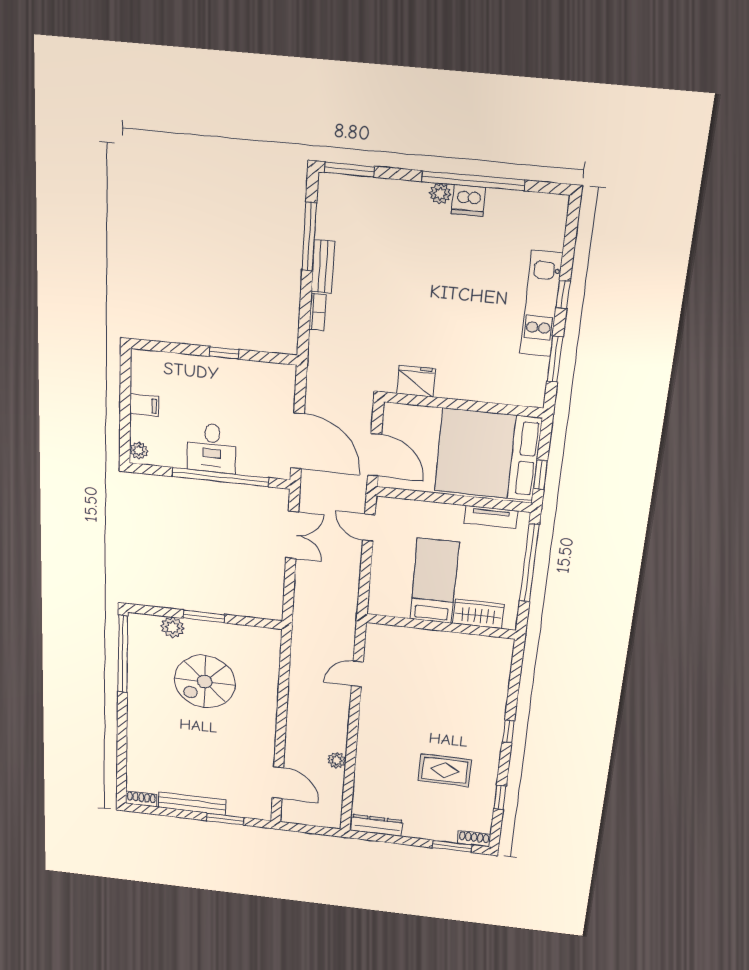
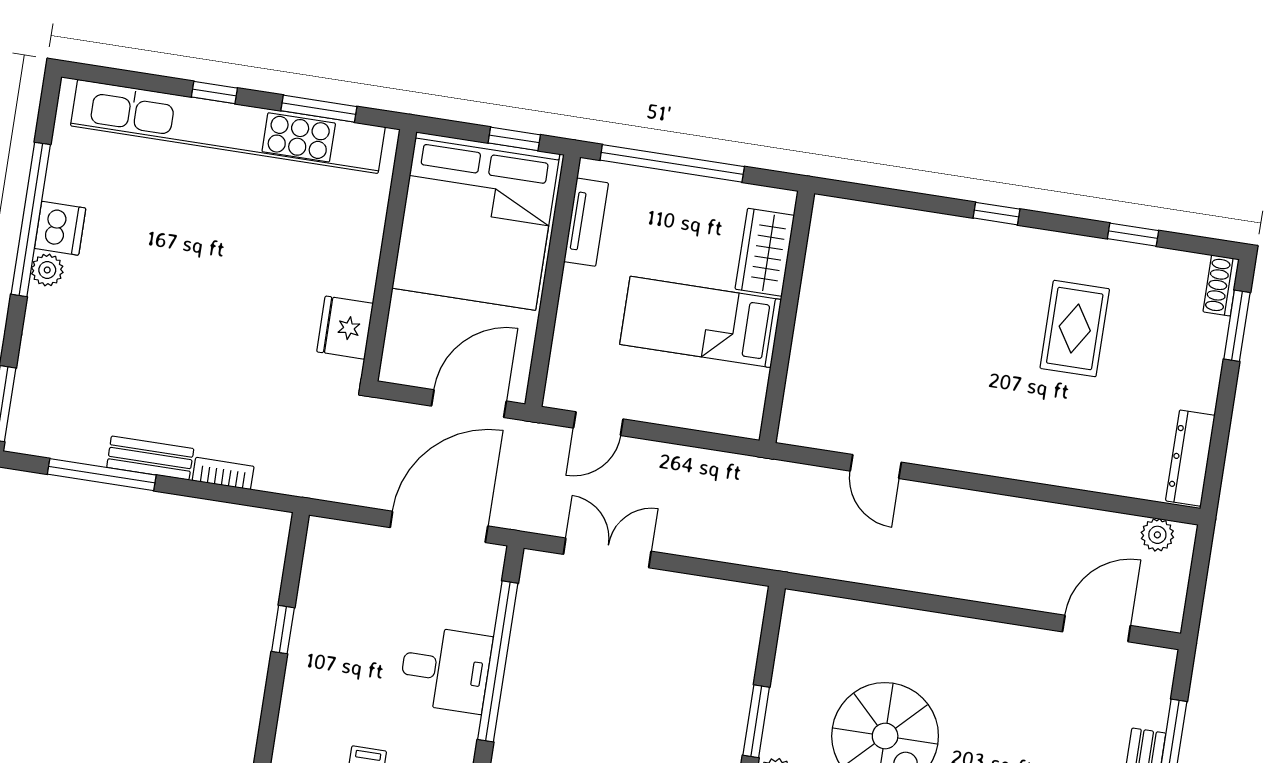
kitchen unit: (541, 304) -> (228, 126), width x1.86
plant: (337, 760) -> (1157, 535), moved

